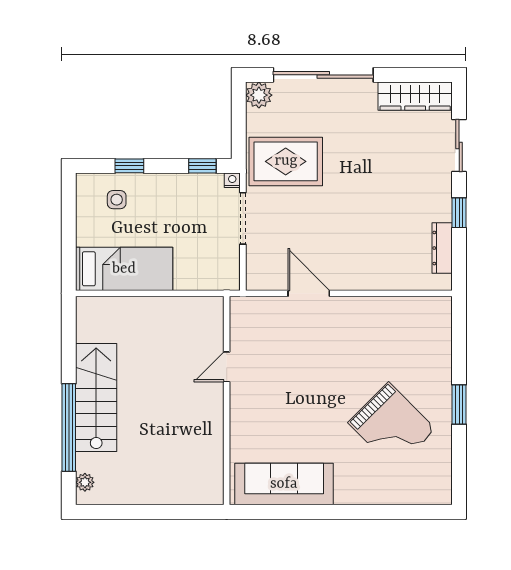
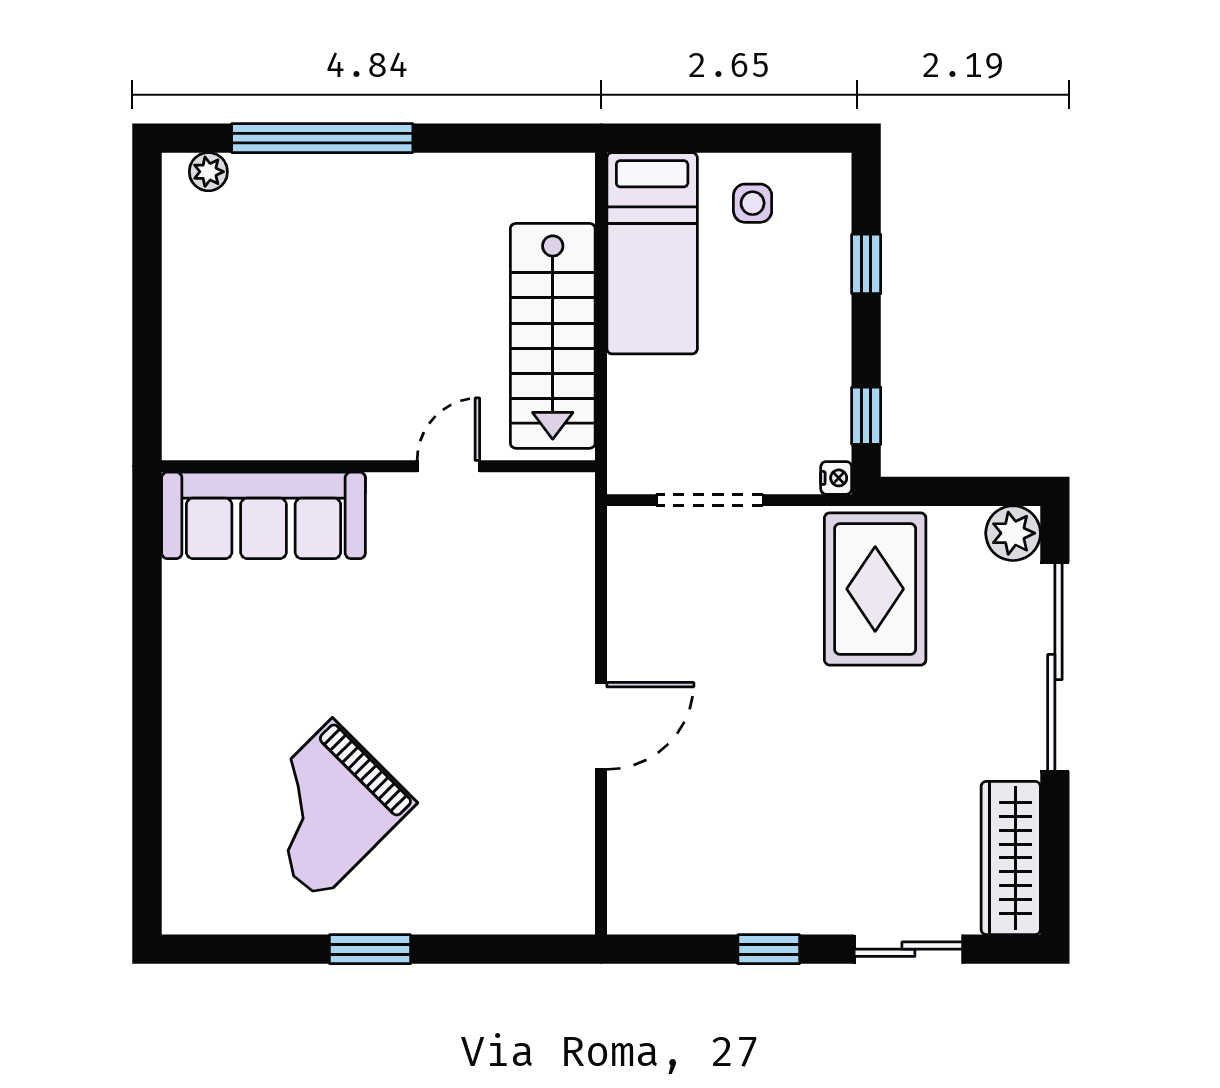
side table: (117, 200) -> (753, 203), moved
doorway: (243, 218) -> (710, 500), moved
dresser: (442, 248) -> (695, 914), removed
door: (309, 293) -> (601, 726), moved
door: (227, 367) -> (448, 466), hinge flipped
stairs: (96, 398) -> (553, 336), moved, turned 90
sofa: (284, 484) -> (264, 515), moved, turned 90

